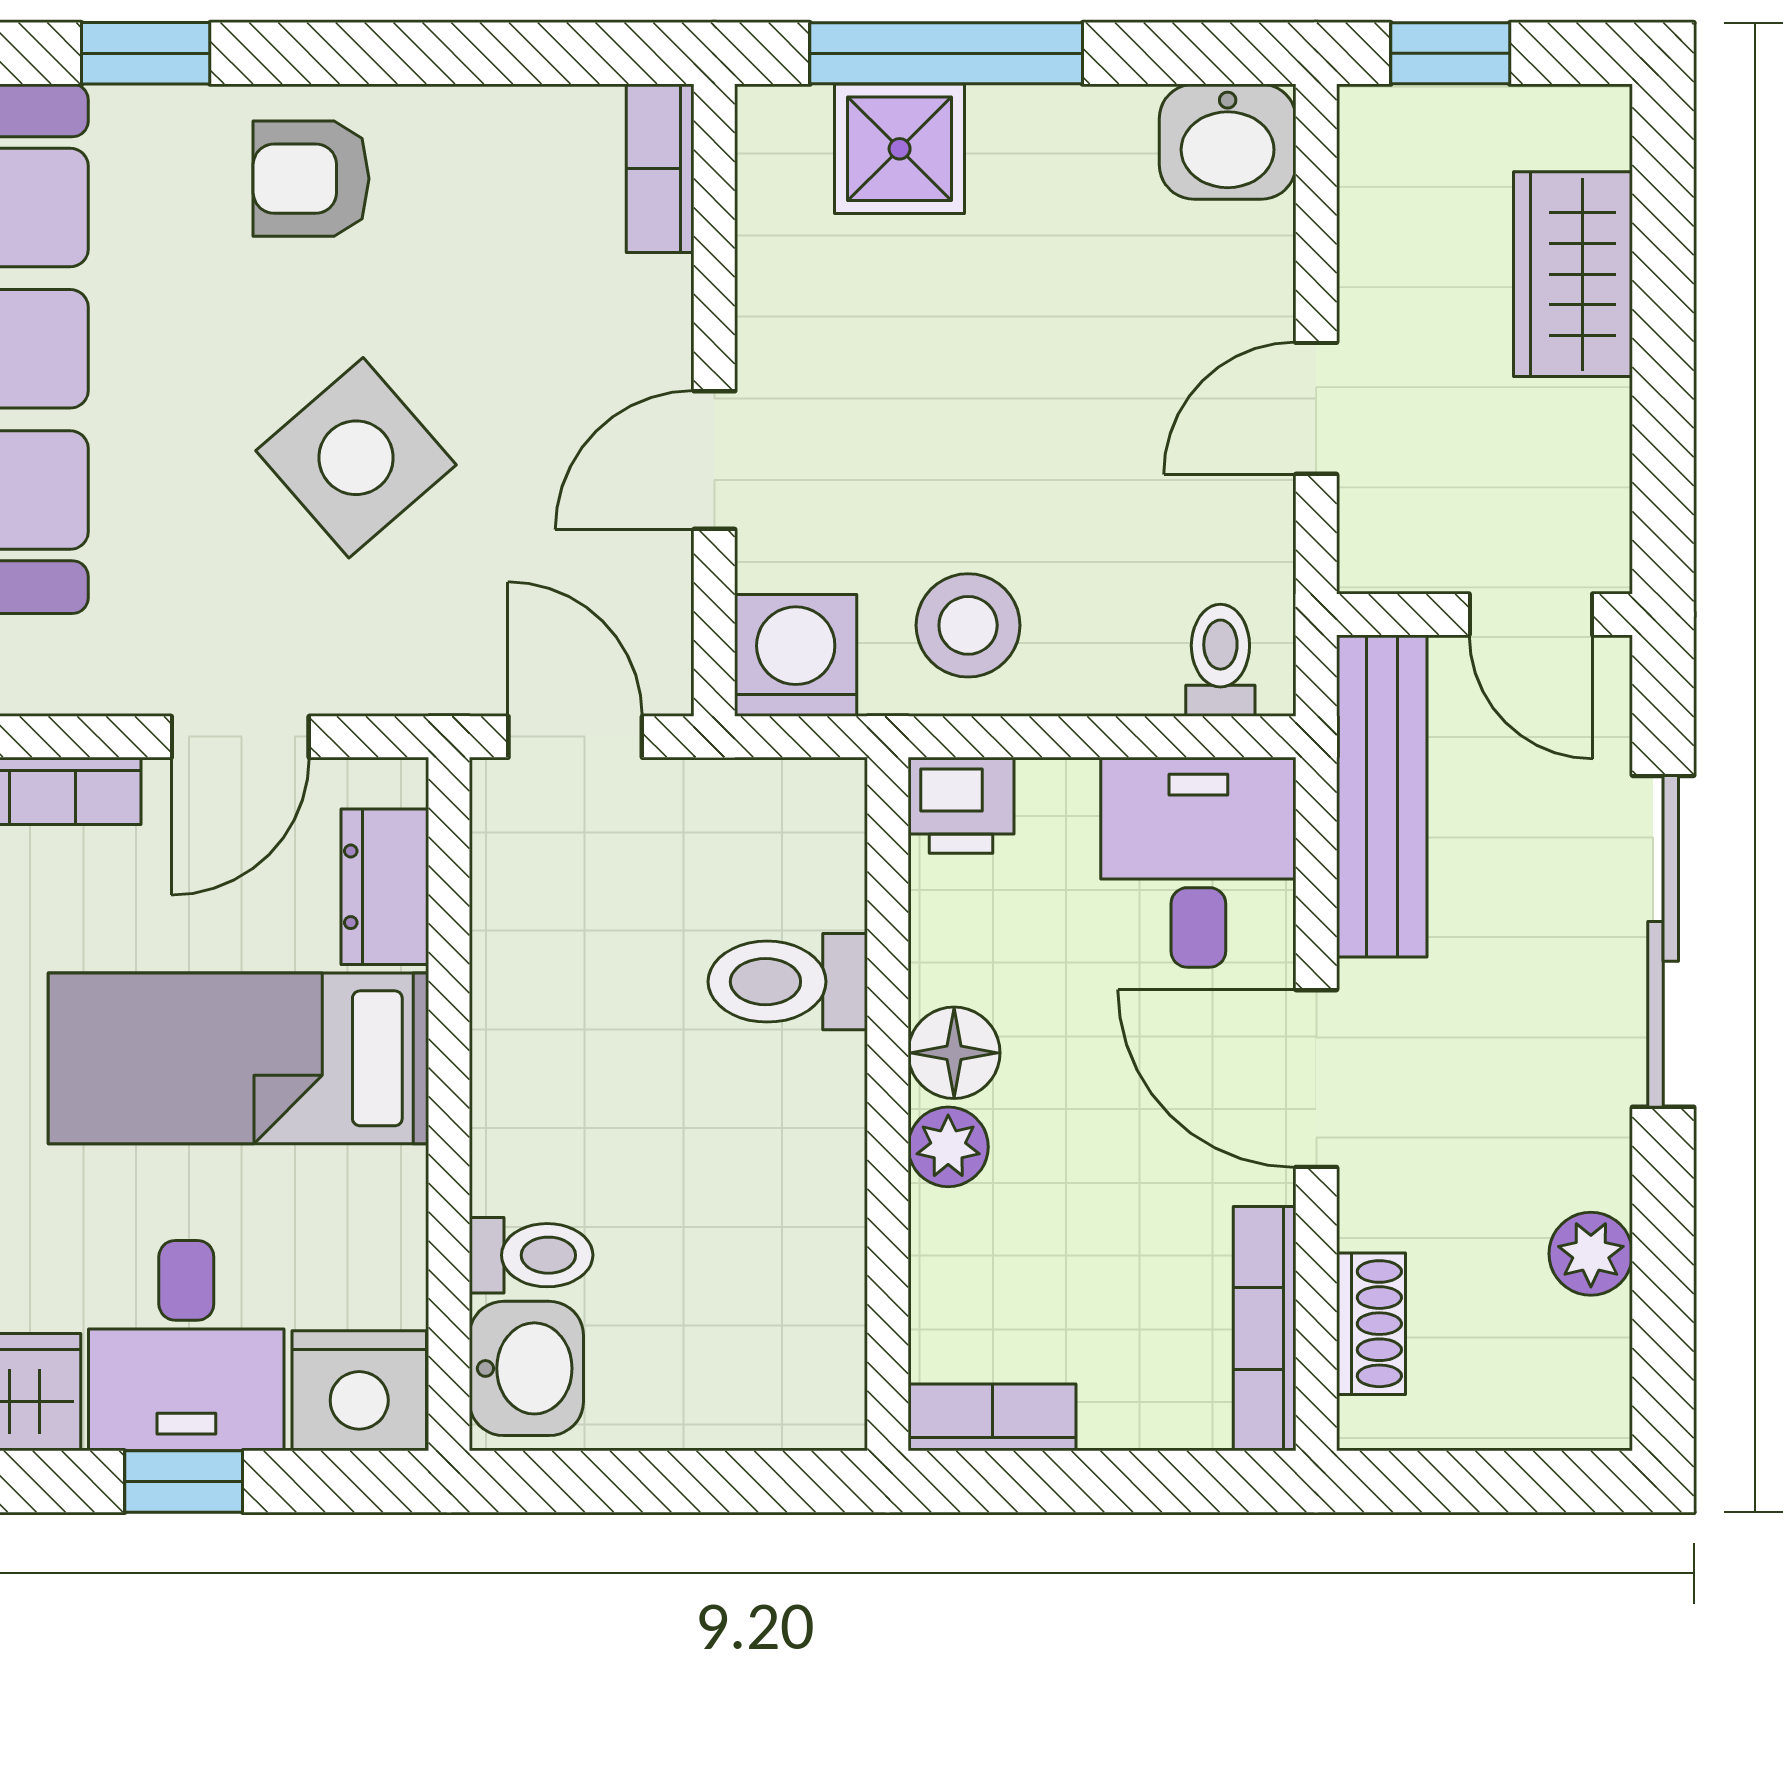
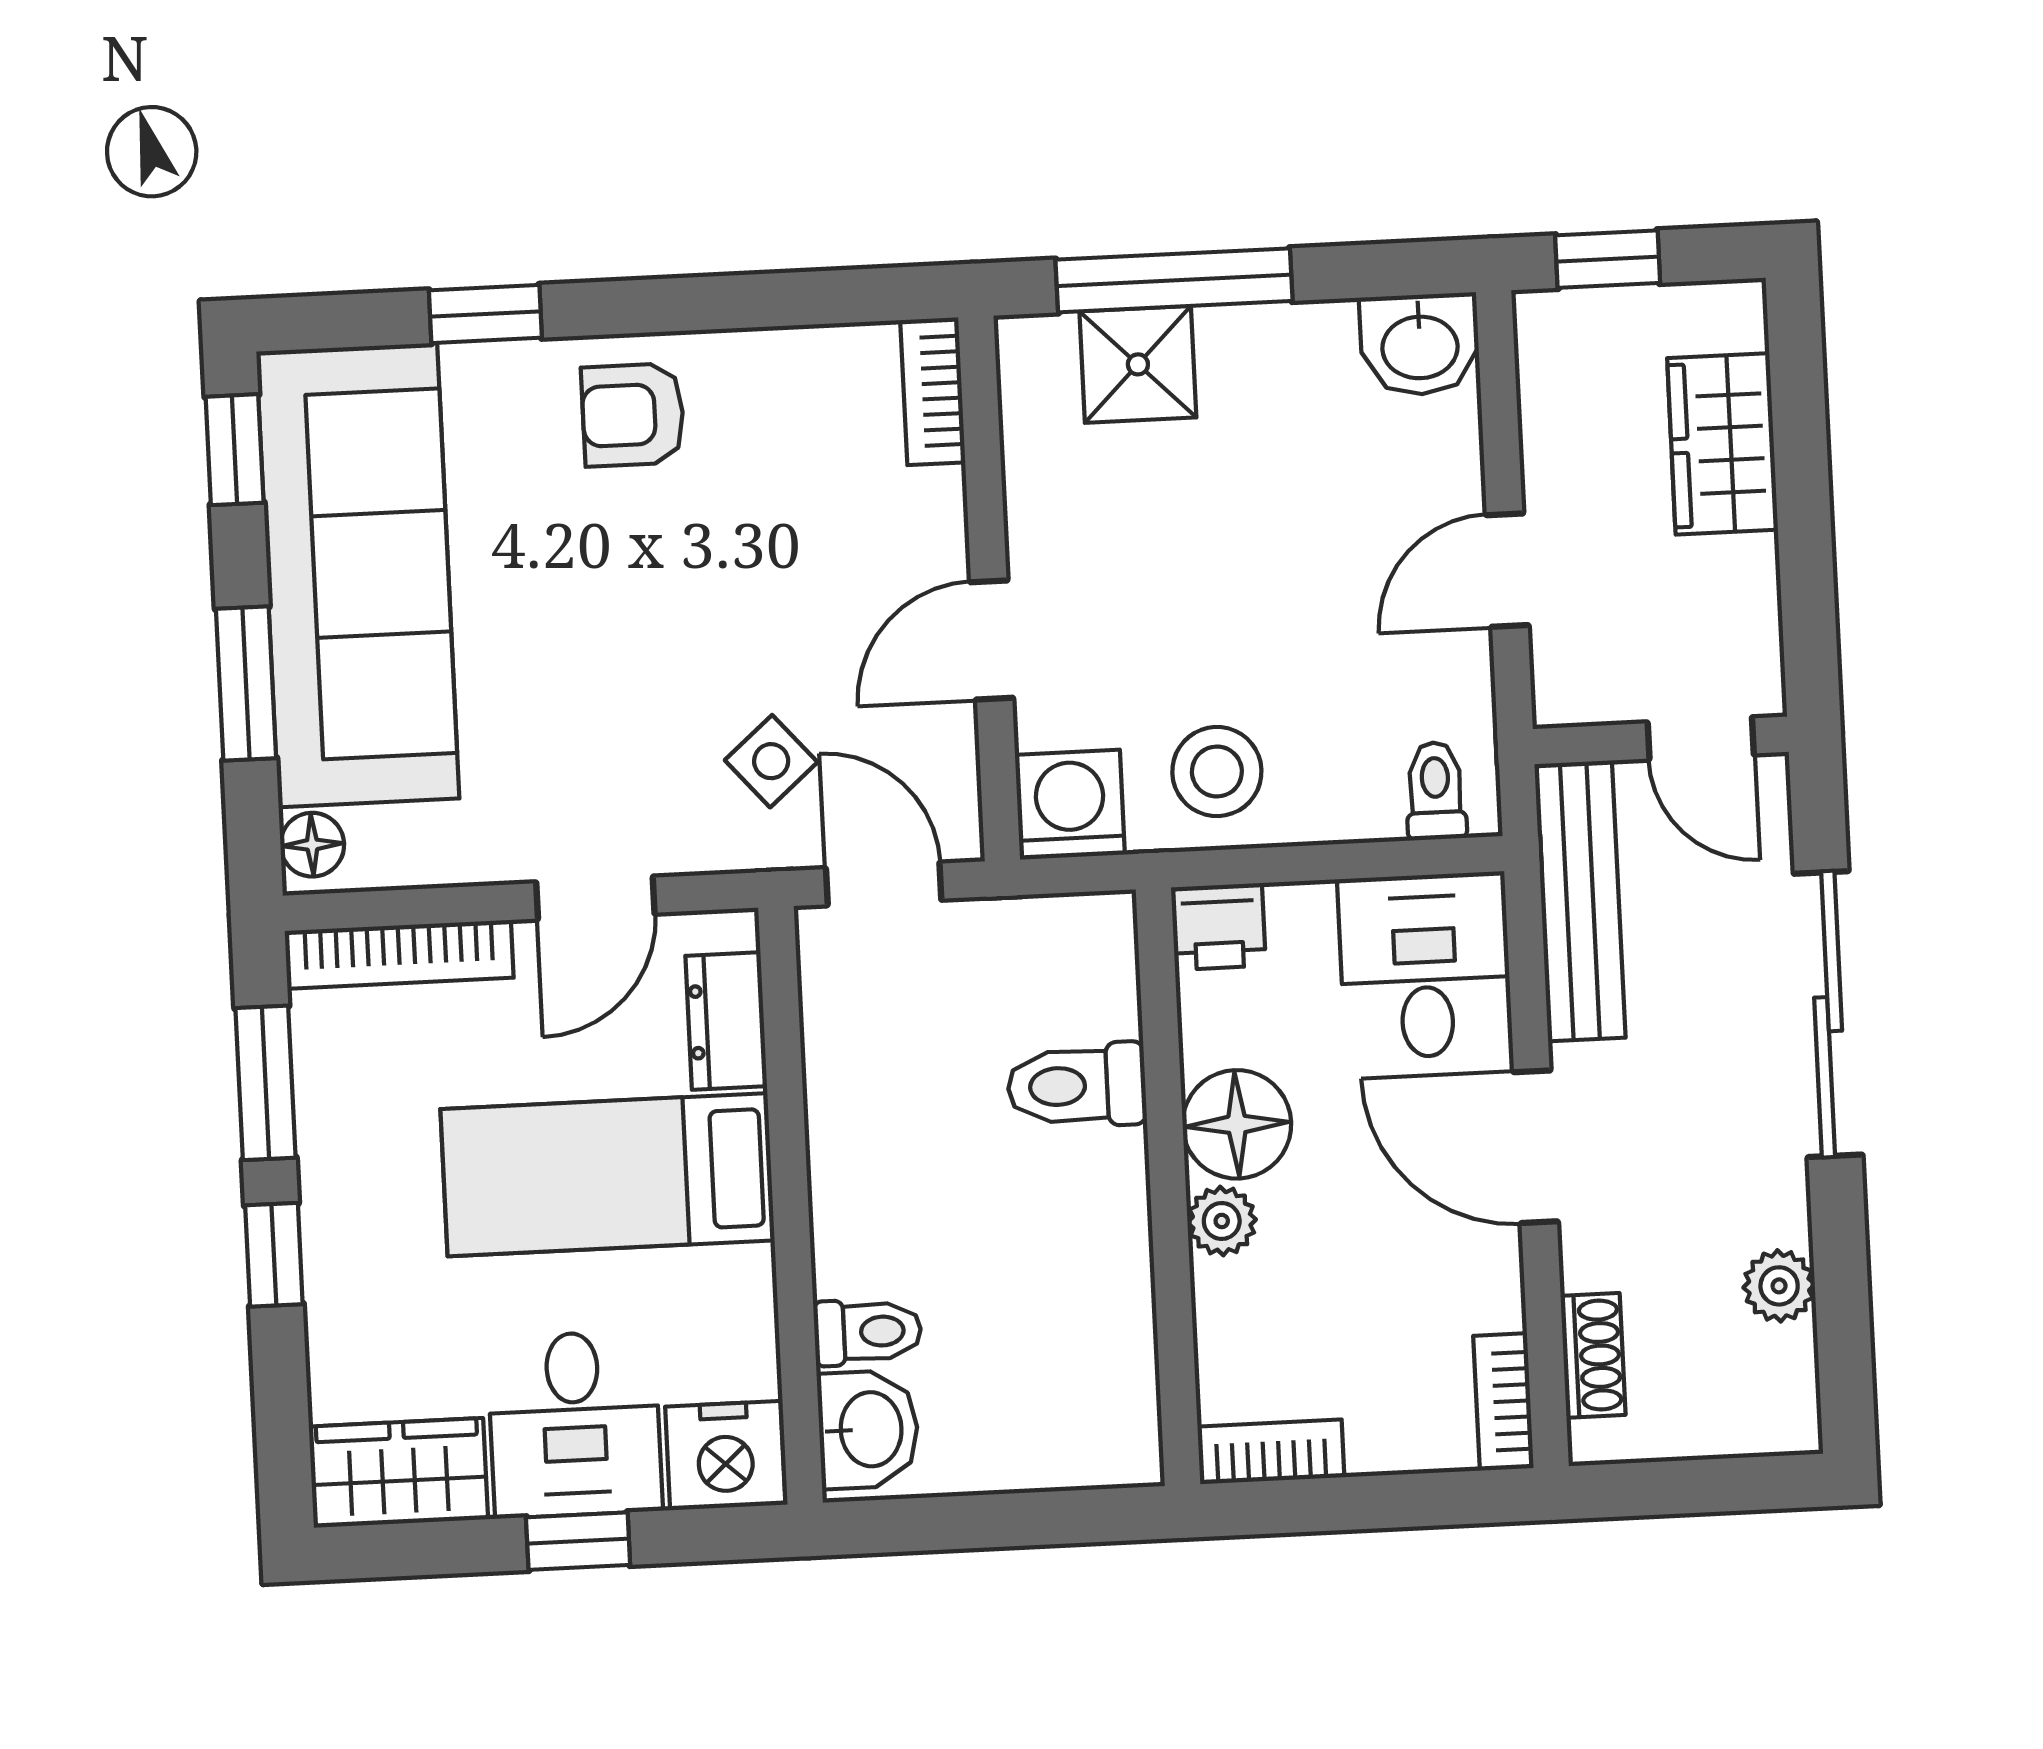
side table: (356, 458) -> (771, 761), moved, width x0.54, depth x0.54
floor lamp: (954, 1053) -> (1237, 1124), width x1.38, depth x1.38
bookcase: (1265, 1328) -> (1503, 1402), width x0.64

